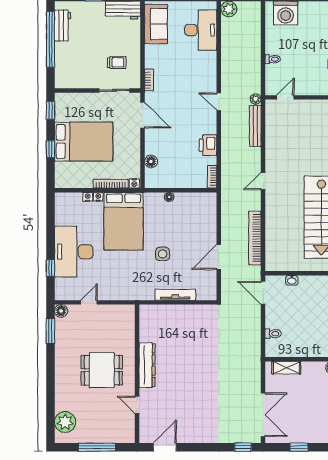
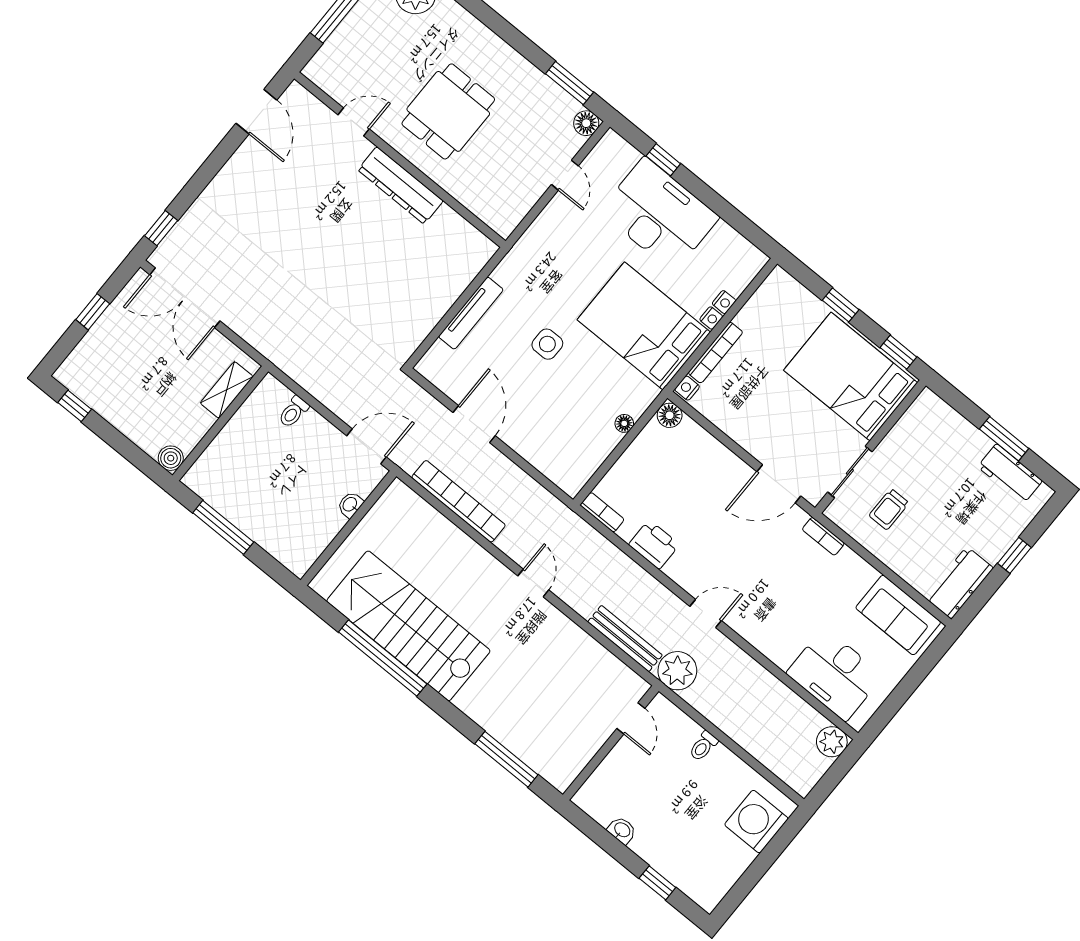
window: (50, 39) -> (1004, 439), width x0.47
plant: (256, 99) -> (677, 671), width x1.87, depth x1.87
bed: (84, 142) -> (851, 376), moved, turned 90
floor lamp: (151, 161) -> (670, 415), moved

